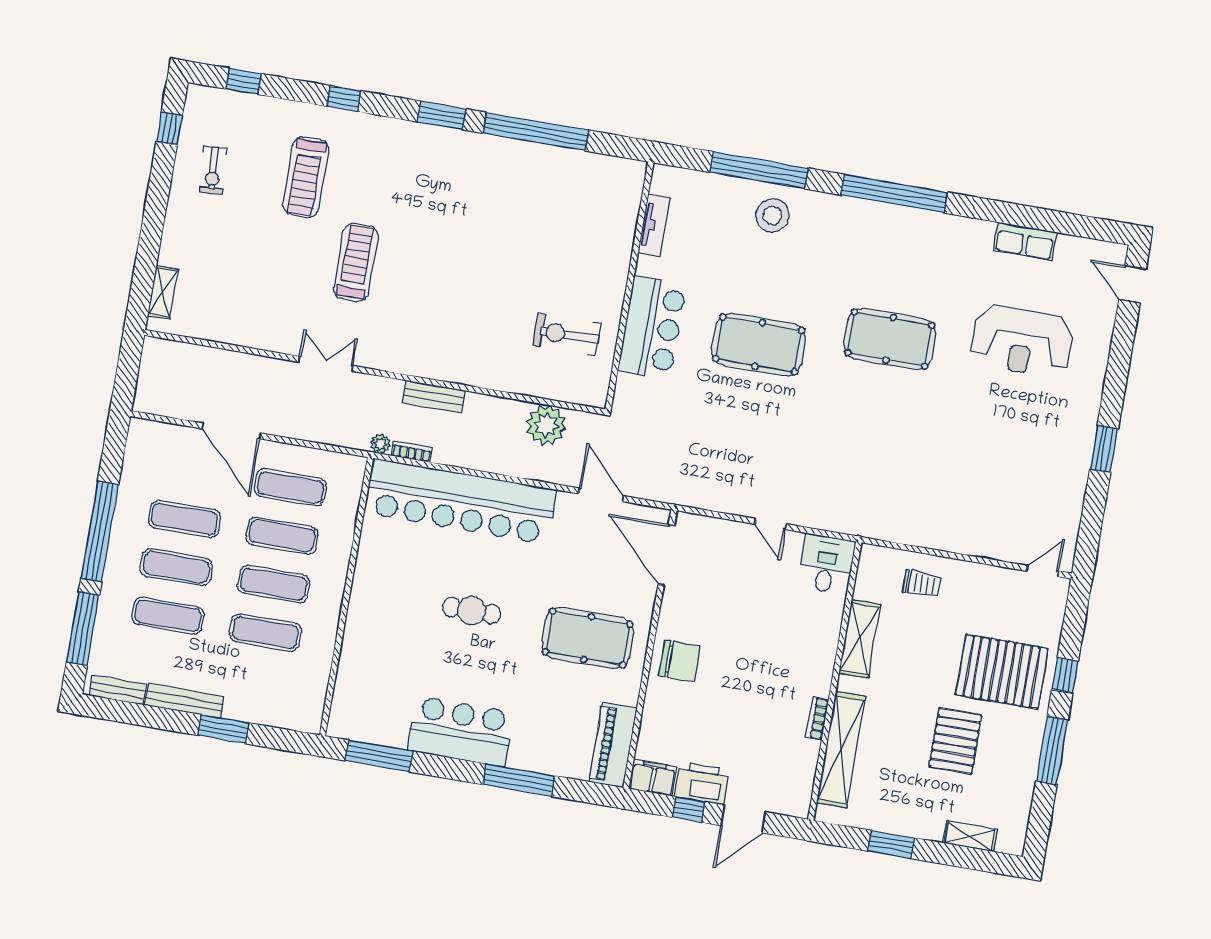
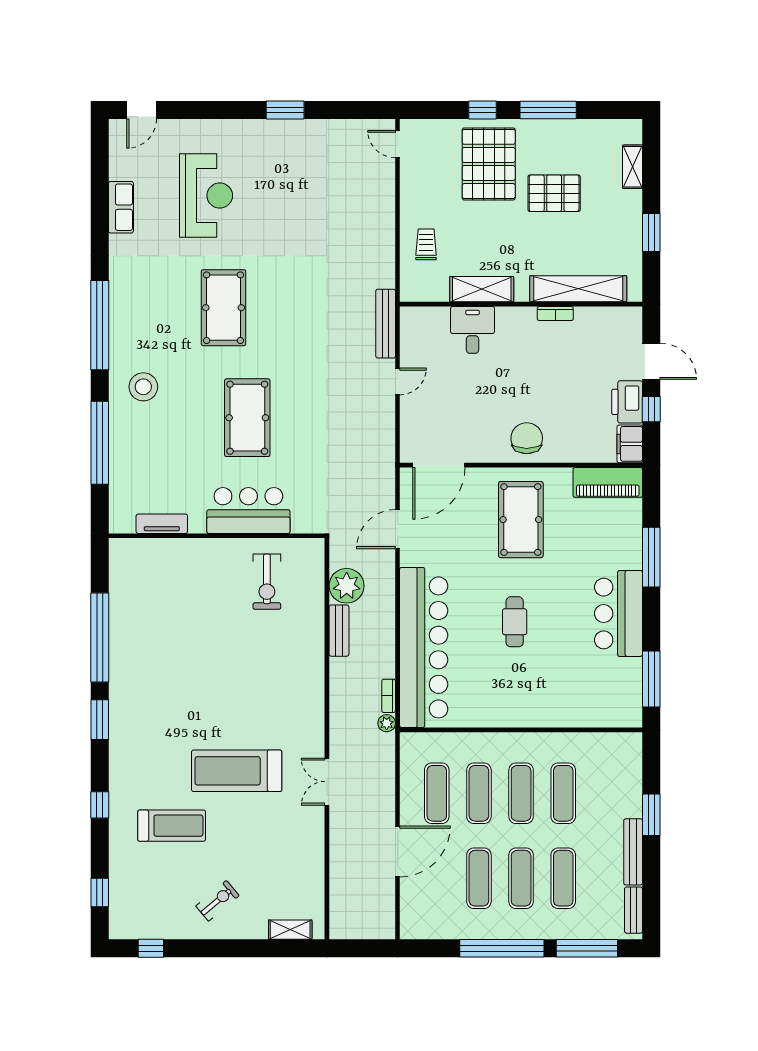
exercise bike: (213, 170) -> (218, 901), moved, turned -36
stool: (772, 216) -> (143, 387), moved
treadmill: (356, 262) -> (237, 771), width x1.37, depth x1.37
bench: (434, 397) -> (339, 631), moved
bench: (839, 522) -> (386, 324), added
desk: (826, 564) -> (473, 330), moved, turned 90

